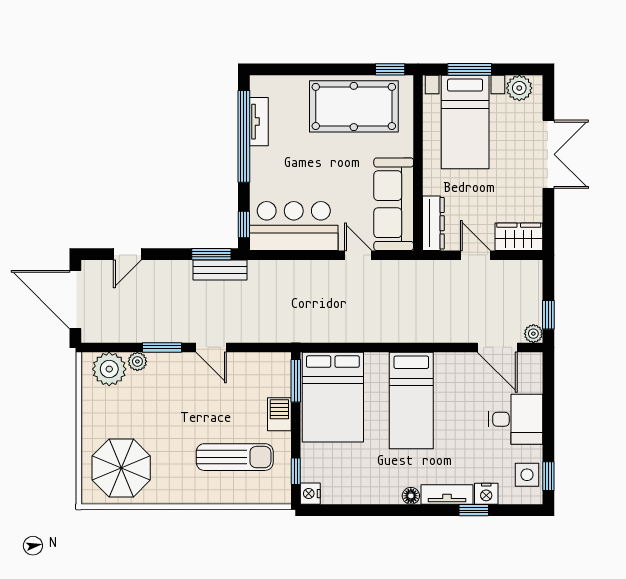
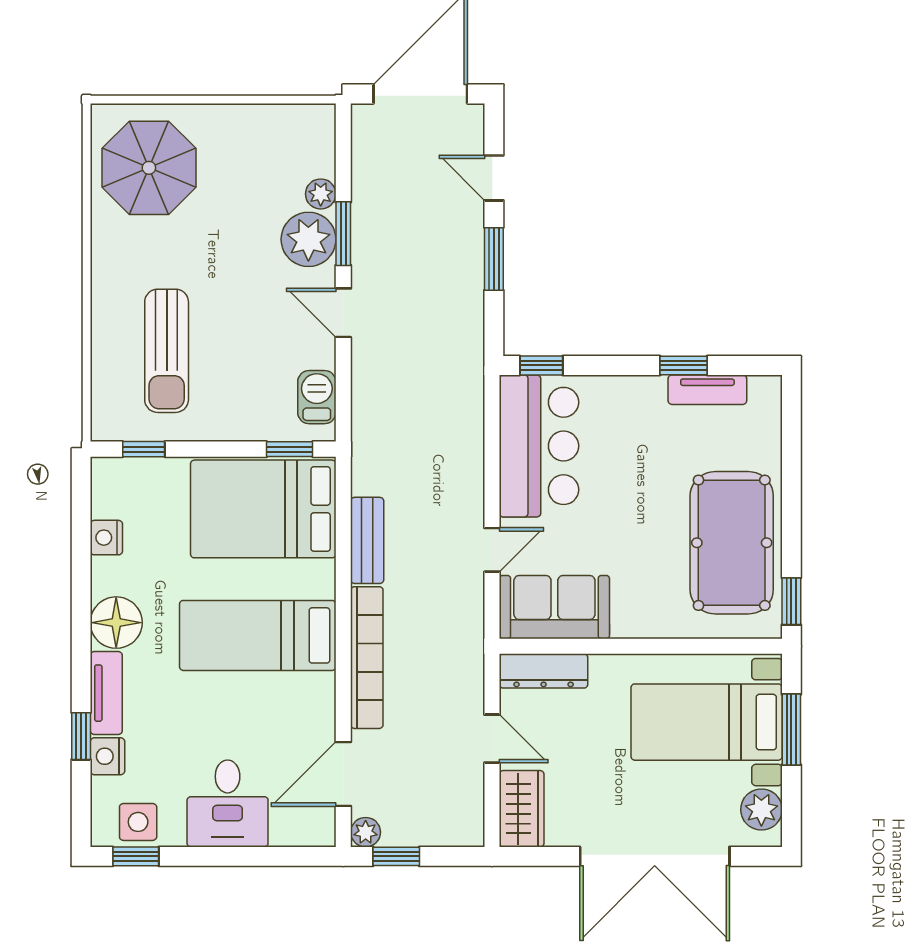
window: (244, 136) -> (684, 365), width x0.32
double door: (548, 154) -> (655, 856), width x1.36
sofa: (394, 204) -> (554, 607), width x0.73
window: (211, 254) -> (494, 259), moved
door: (475, 255) -> (492, 739), hinge flipped
bench: (220, 270) -> (367, 540), moved
bookcase: (425, 333) -> (367, 658), added
door: (211, 347) -> (343, 313), hinge flipped
plant: (109, 369) -> (308, 239), moved
window: (296, 381) -> (290, 449), width x0.67
barbecue: (279, 414) -> (317, 397), moved, turned -90
nightstand: (310, 494) -> (106, 538), moved, turned -90
floor lamp: (411, 496) -> (116, 623), width x1.89, depth x1.89

